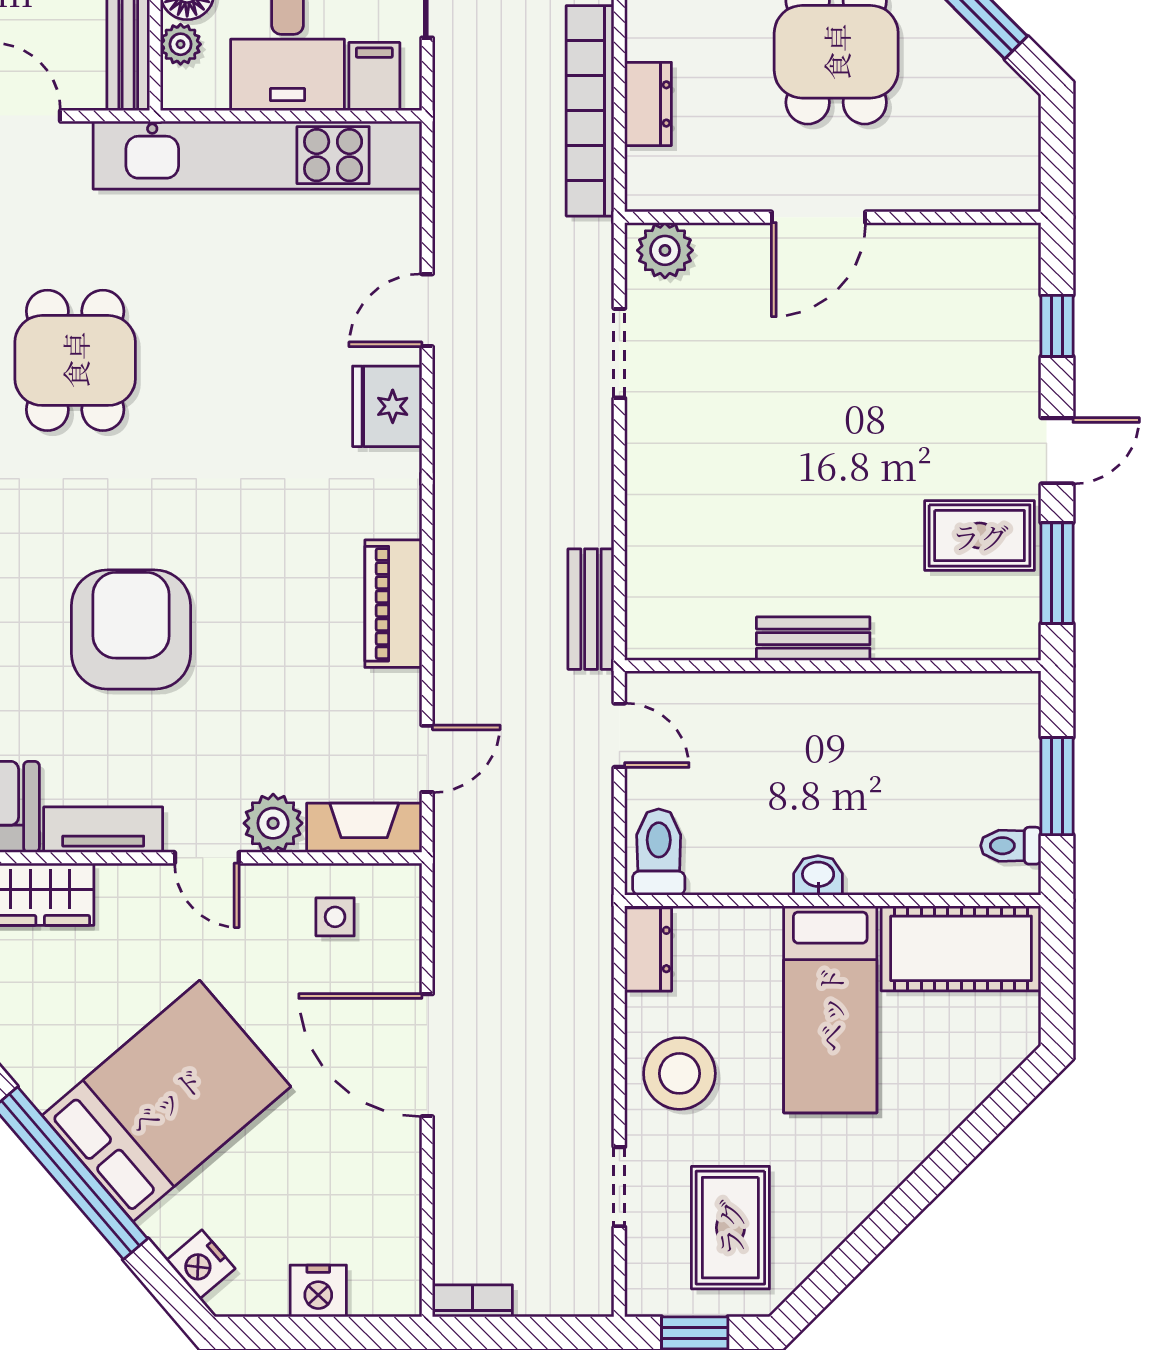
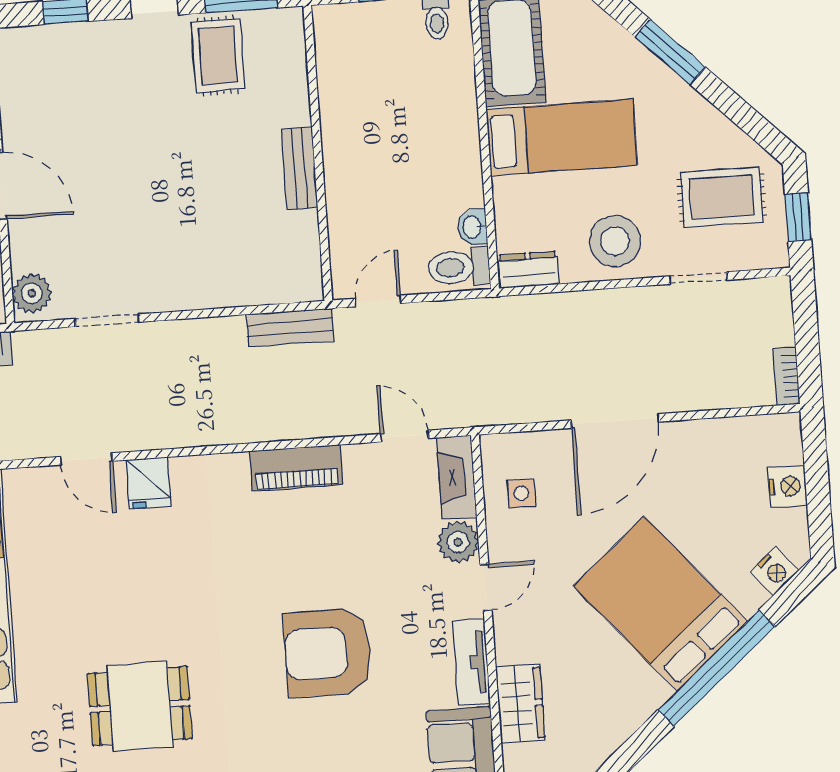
fridge: (387, 406) -> (149, 483), width x0.72
washbasin: (818, 875) -> (473, 227), moved
window: (939, 1170) -> (670, 52), added

